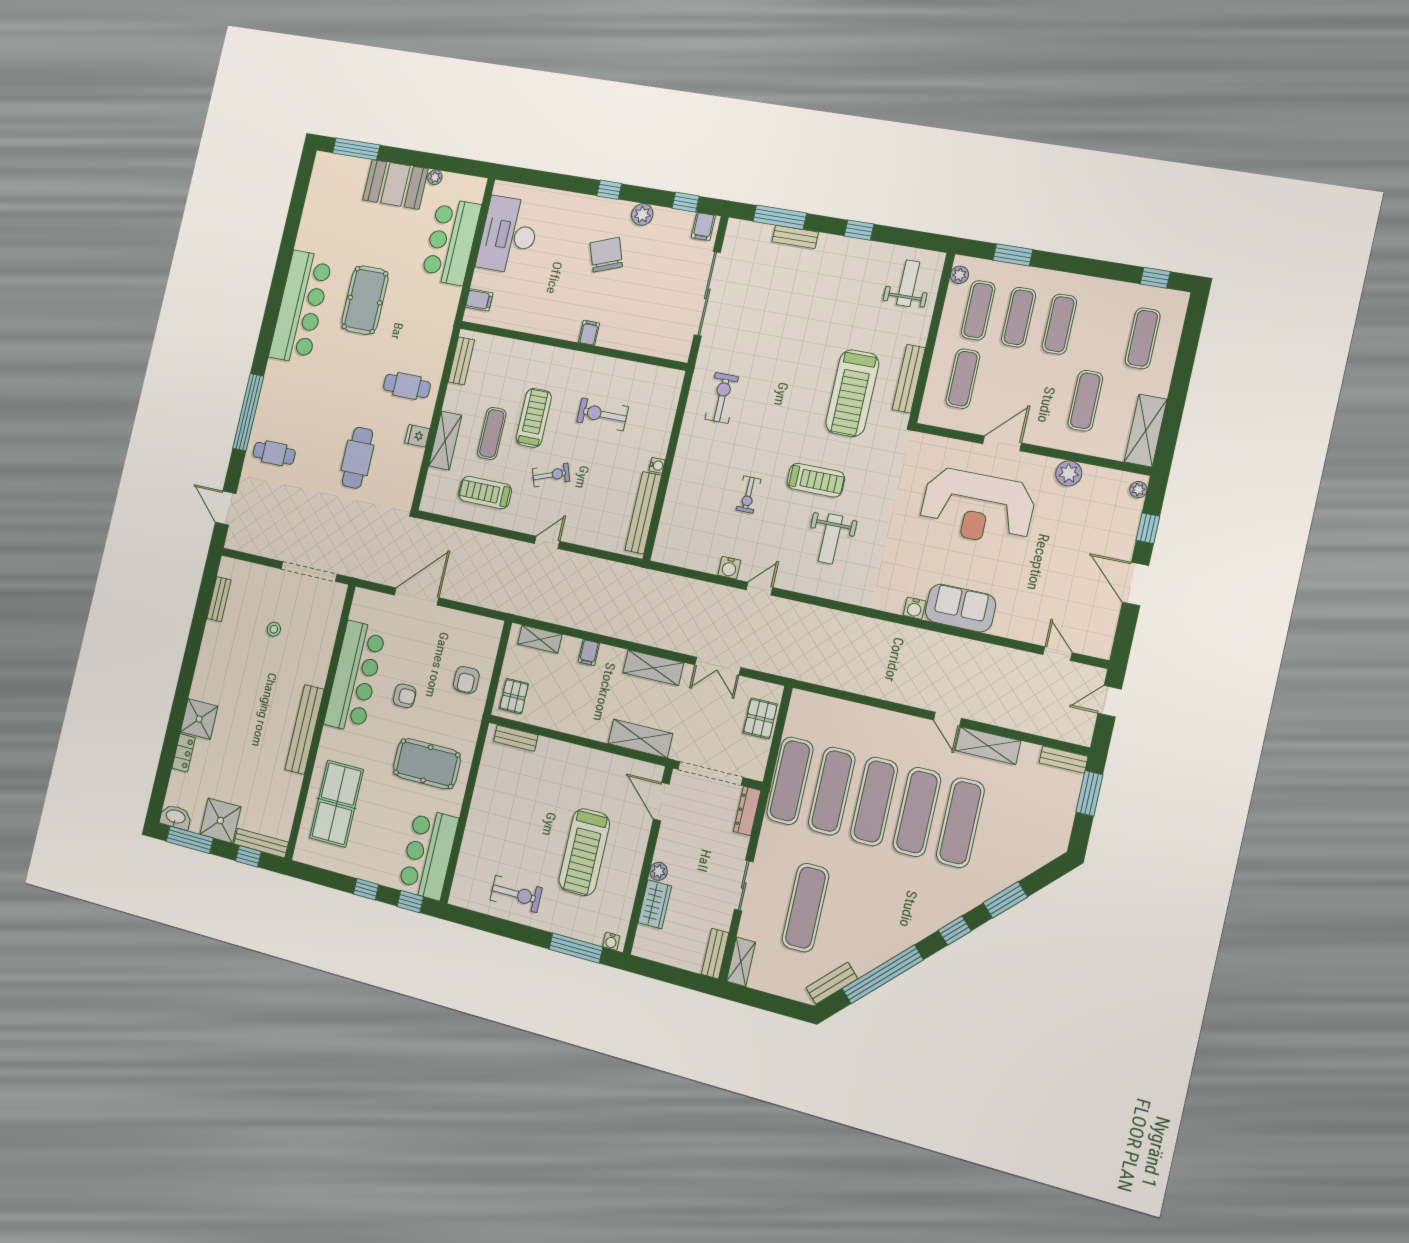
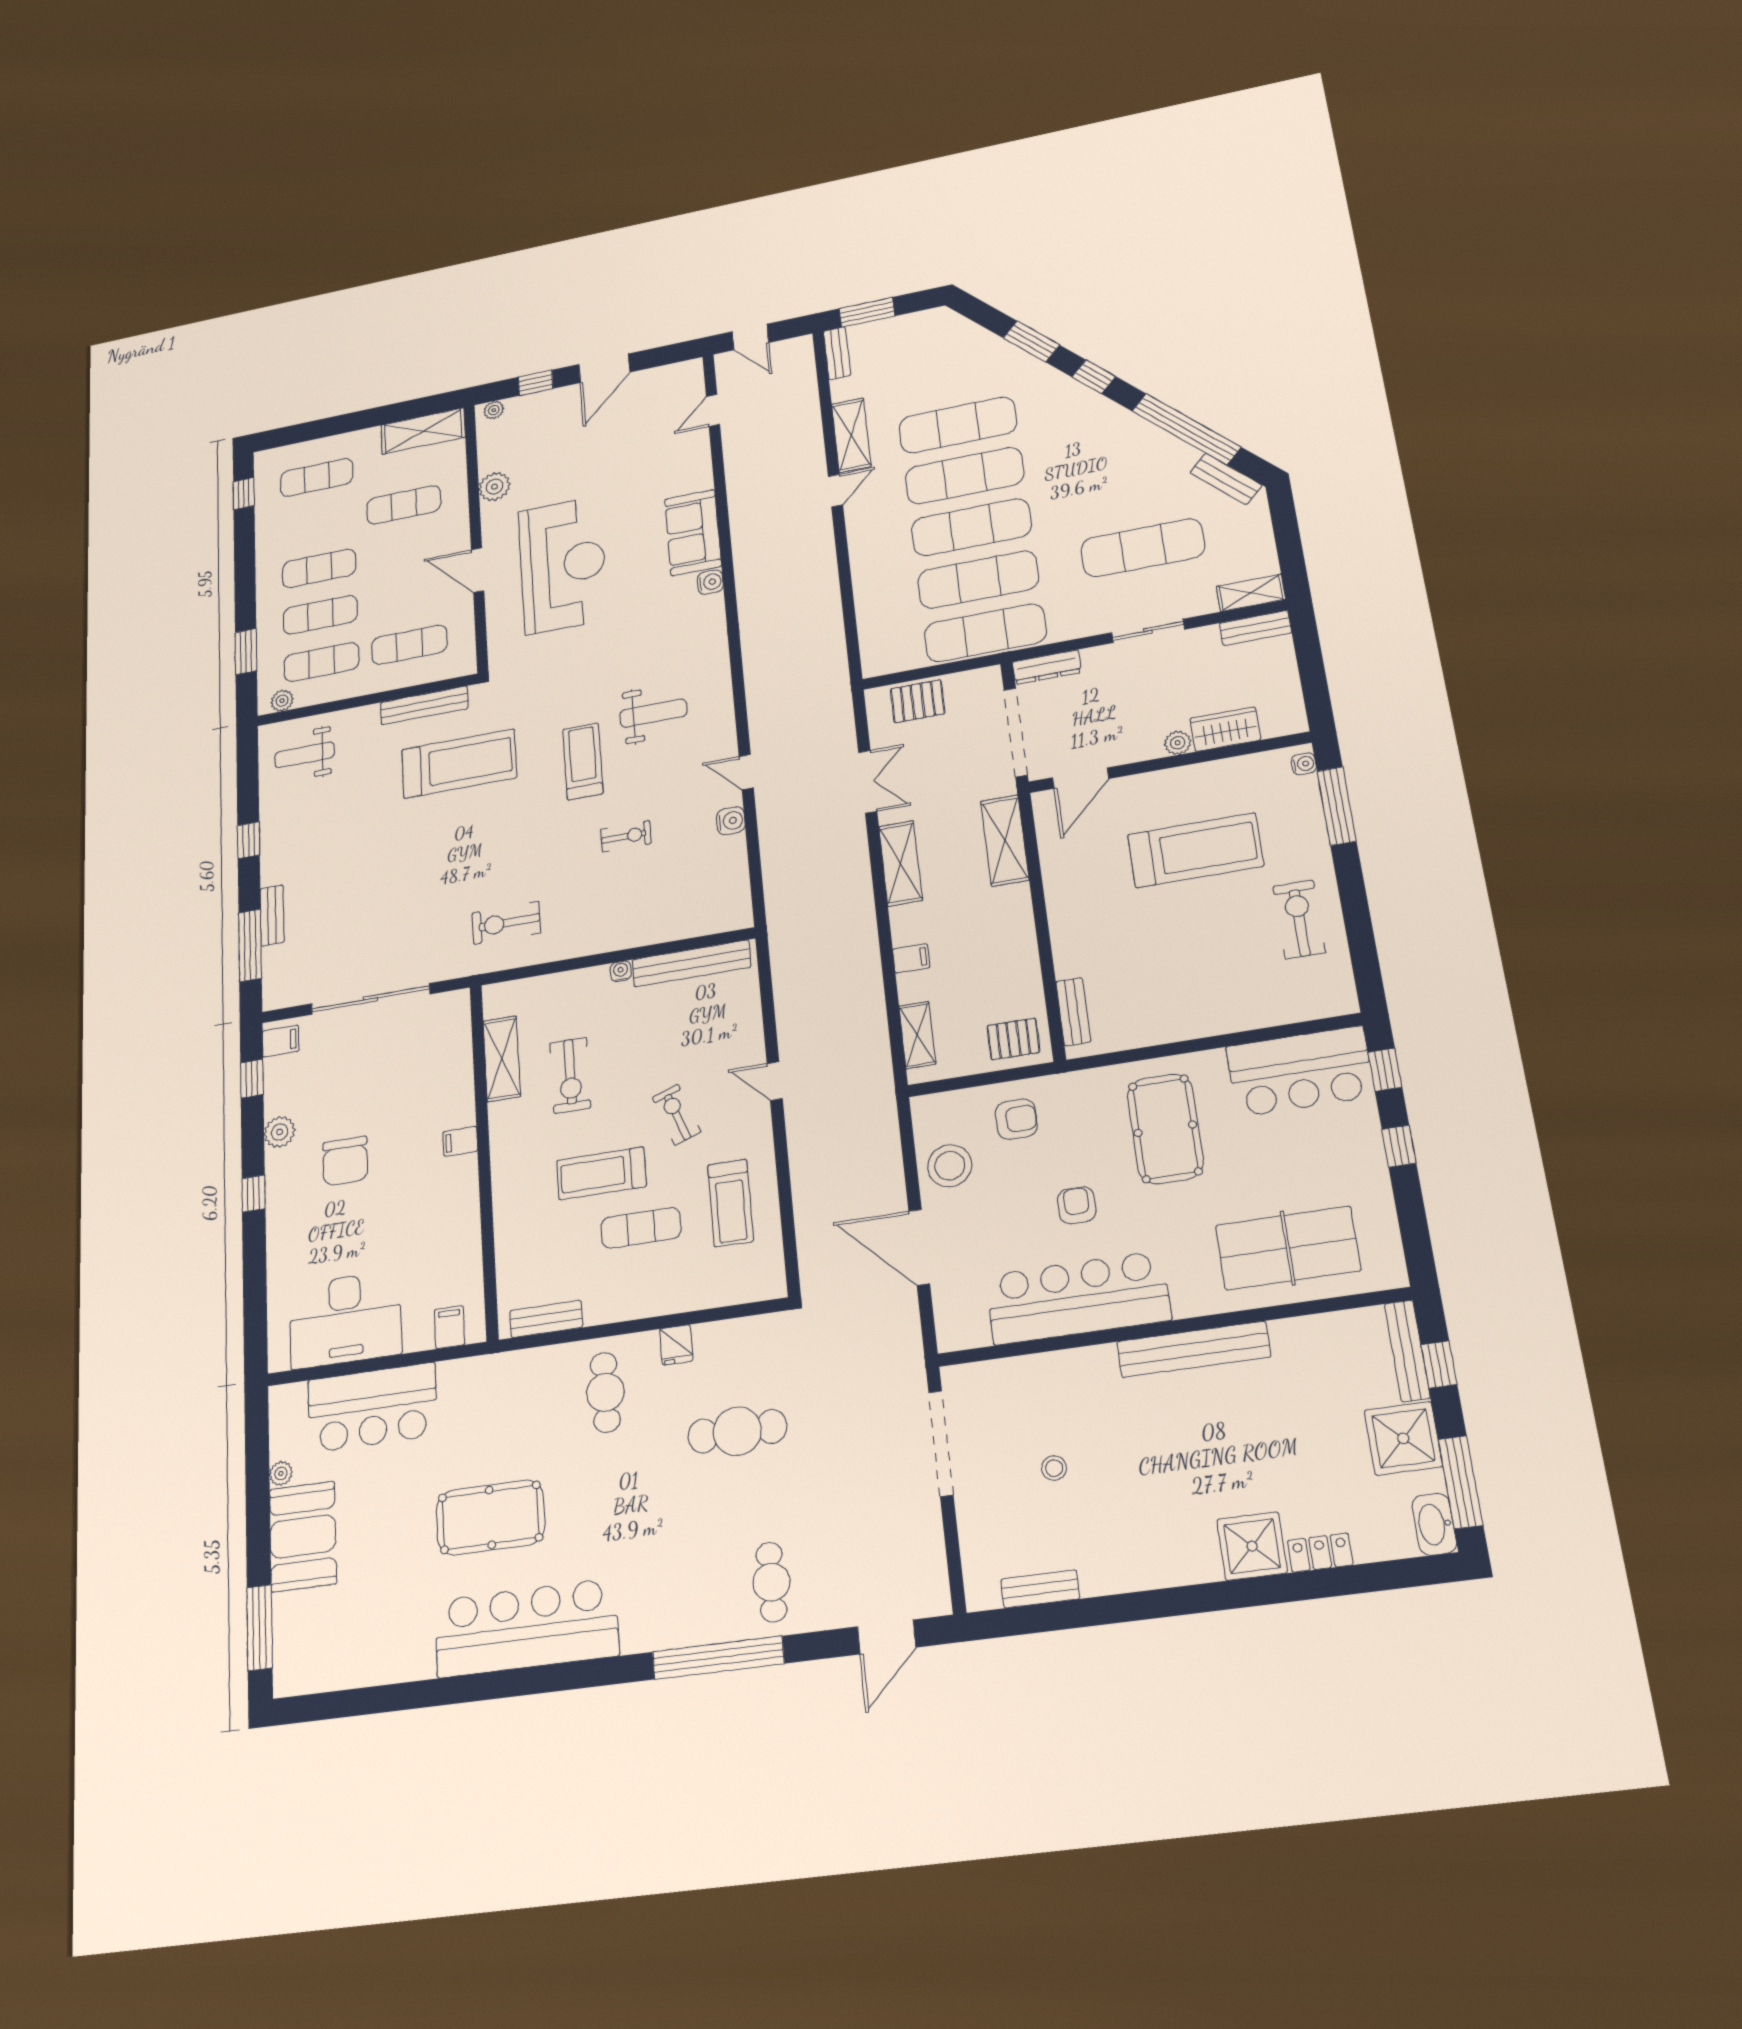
chair: (606, 255) -> (345, 1161), turned -70
shelving: (445, 441) -> (502, 1059), moved, turned 90
stool: (455, 631) -> (950, 1166), added

